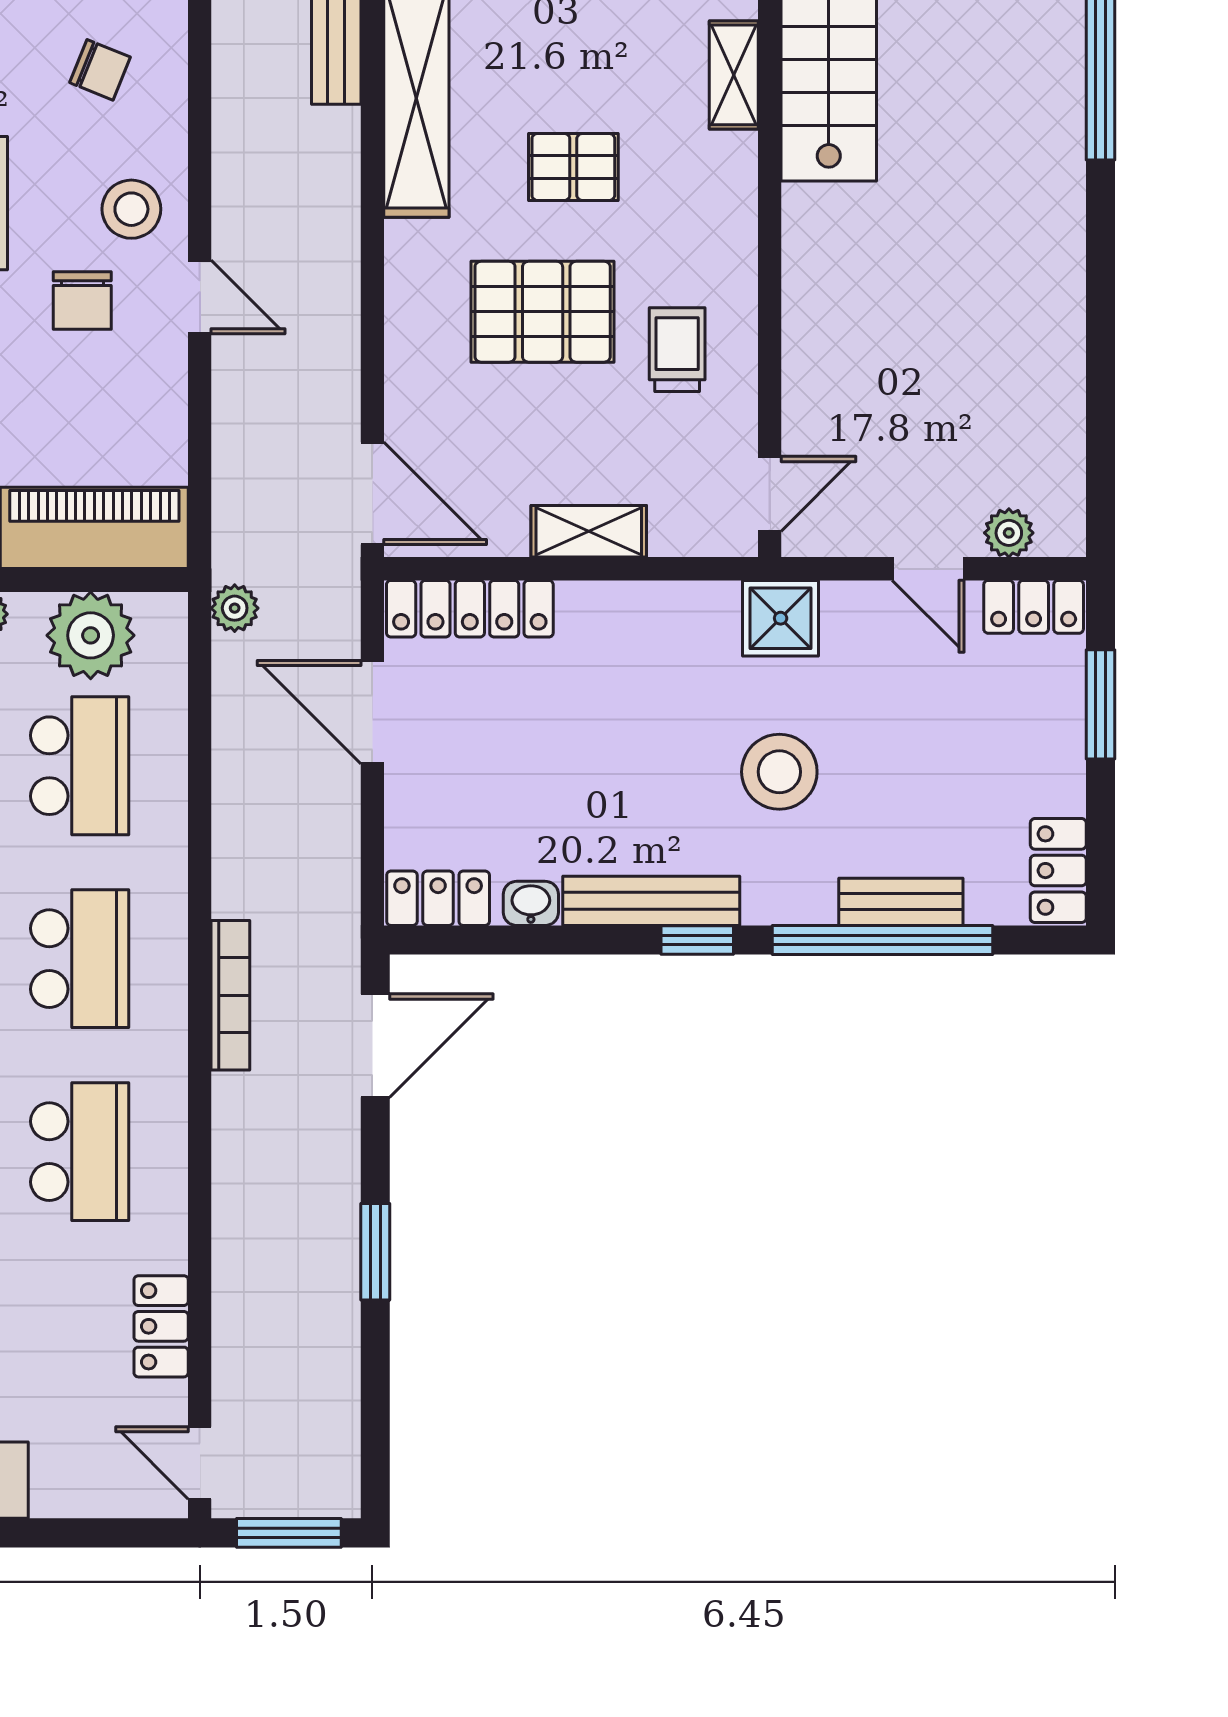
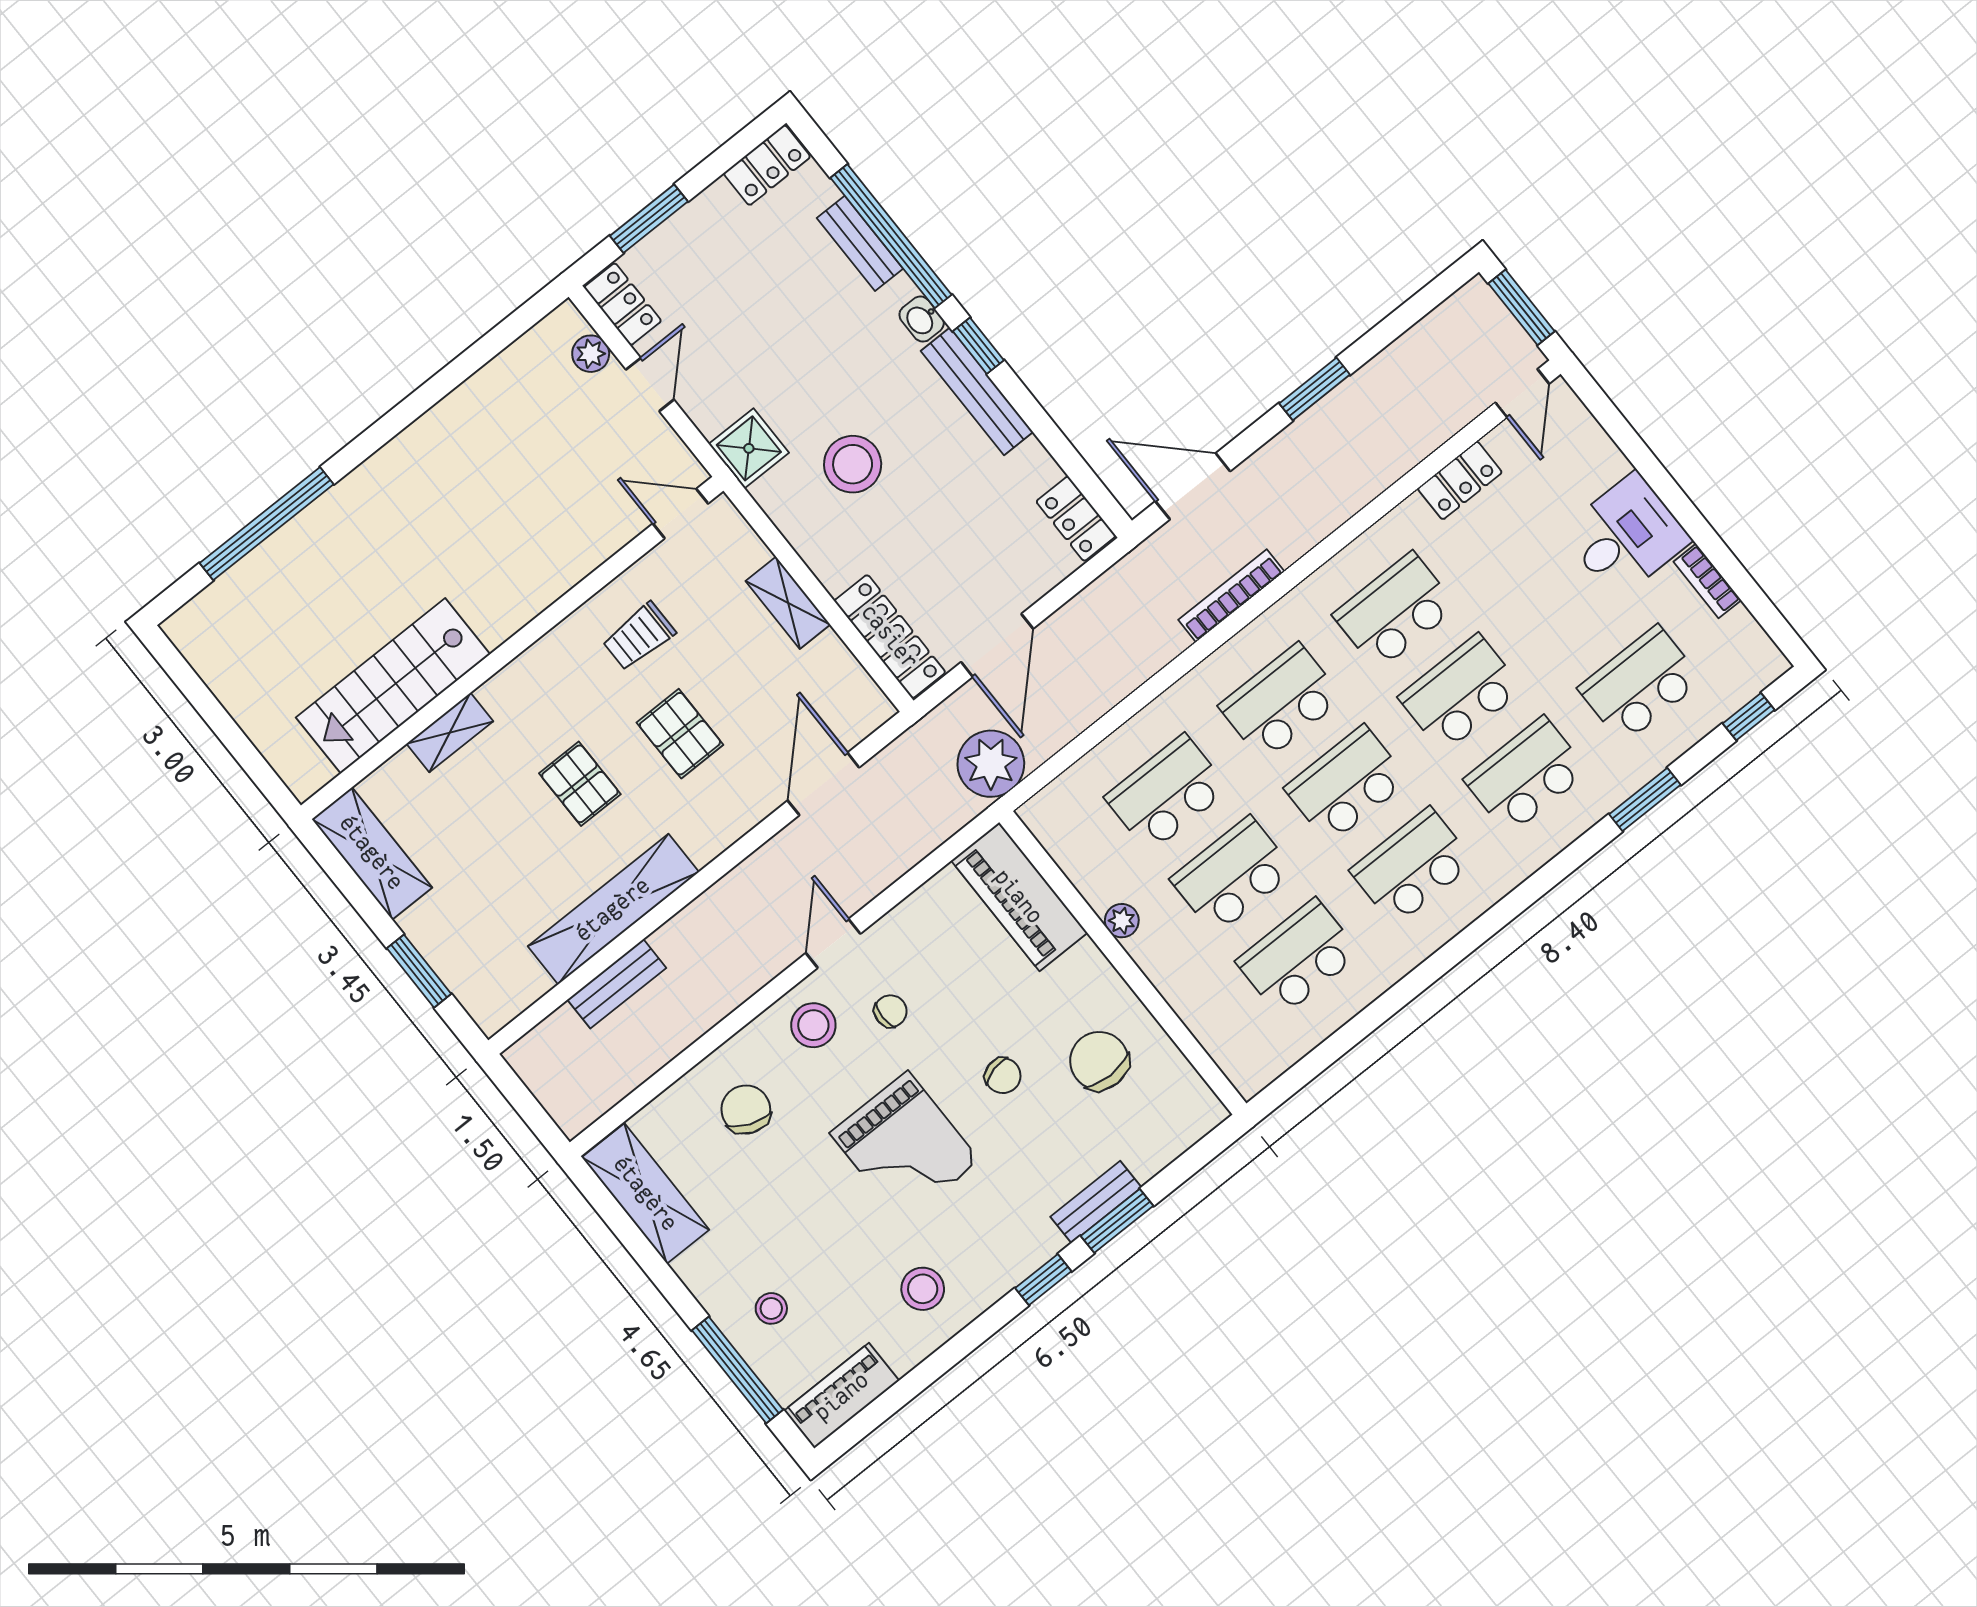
chair: (100, 70) -> (746, 1110), width x1.37, depth x1.37
chair: (82, 300) -> (890, 1011), width x0.73, depth x0.73
pallet: (543, 312) -> (680, 734), width x0.67, depth x0.71
door: (372, 493) -> (823, 784), moved
plant: (235, 608) -> (991, 764), width x1.88, depth x1.88
plant: (91, 635) -> (1085, 848), removed
stool: (779, 772) -> (853, 464), moved
washbasin: (531, 903) -> (922, 319), moved

